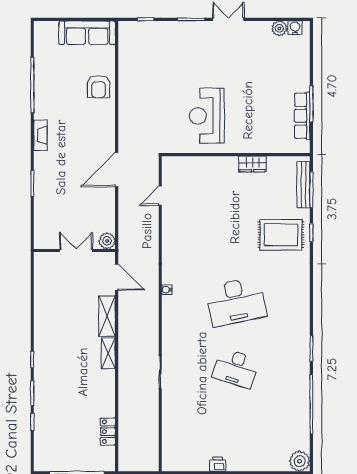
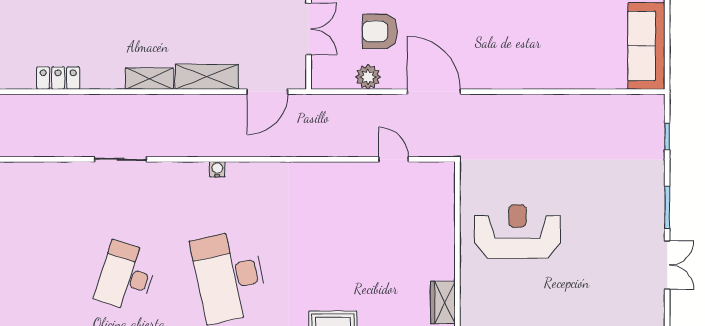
armchair: (98, 87) -> (380, 31), moved
plant: (107, 241) -> (368, 77), moved
water cooler: (167, 290) -> (217, 169), moved
locker: (108, 432) -> (58, 78), moved

